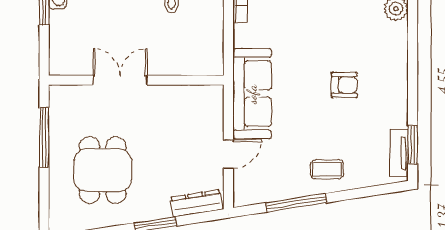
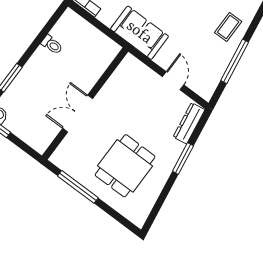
sofa: (252, 94) -> (139, 33), width x0.73
dining table: (103, 170) -> (125, 166), turned 90

